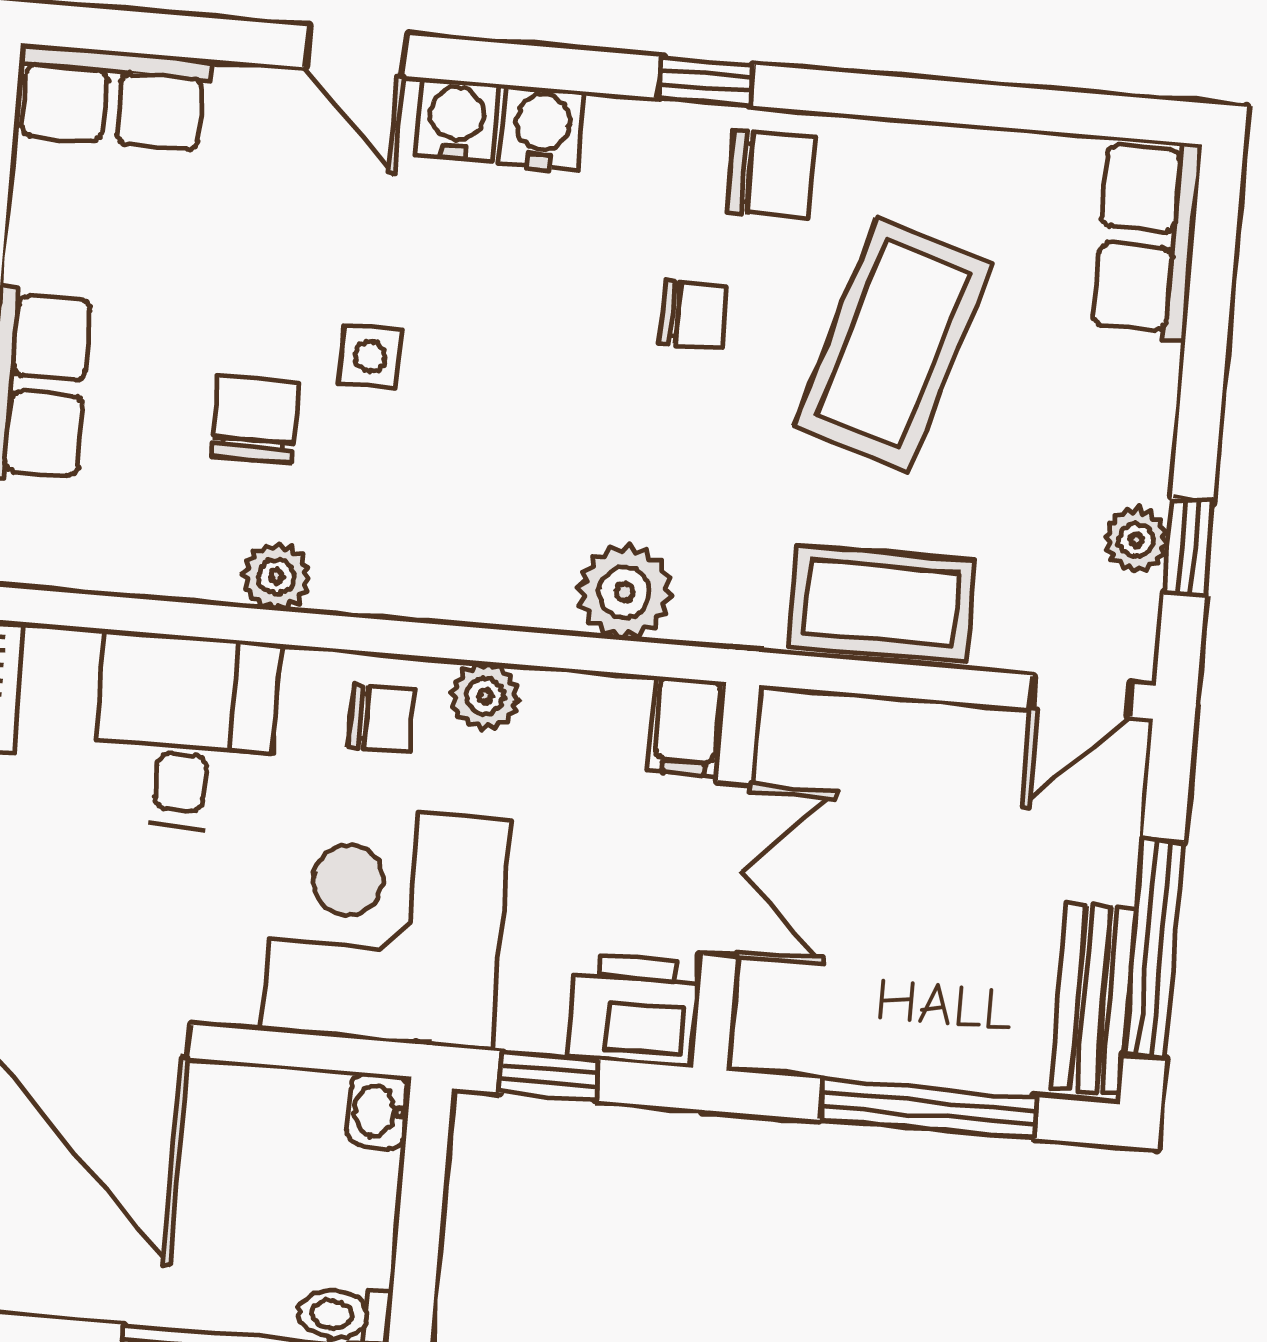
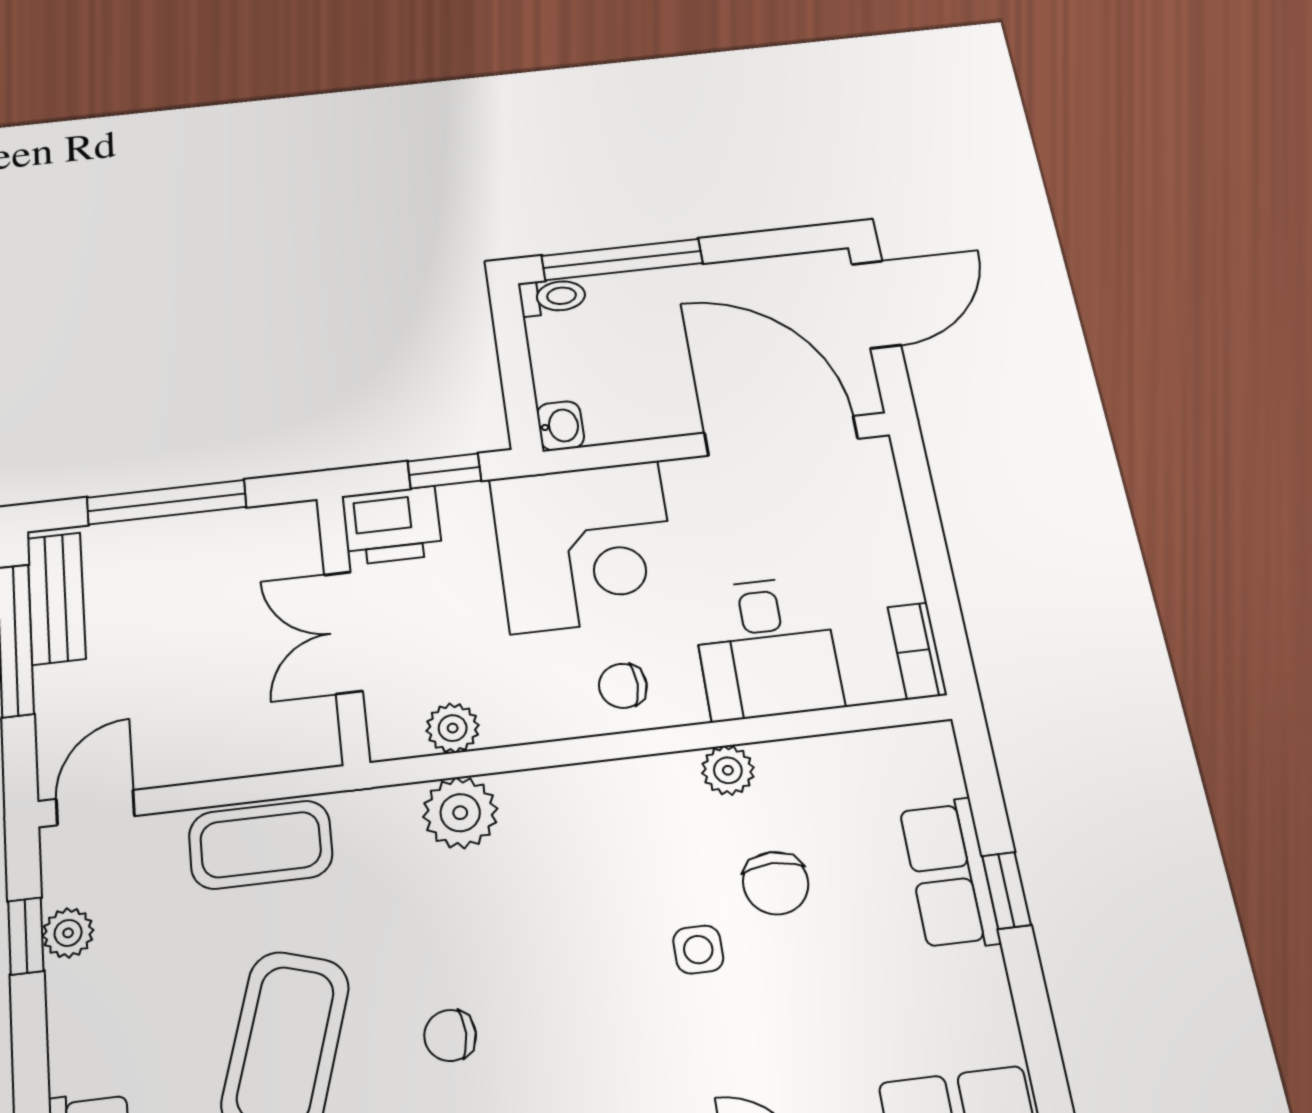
plant: (485, 696) -> (453, 728), moved
filing cabinet: (687, 726) -> (393, 726), removed

